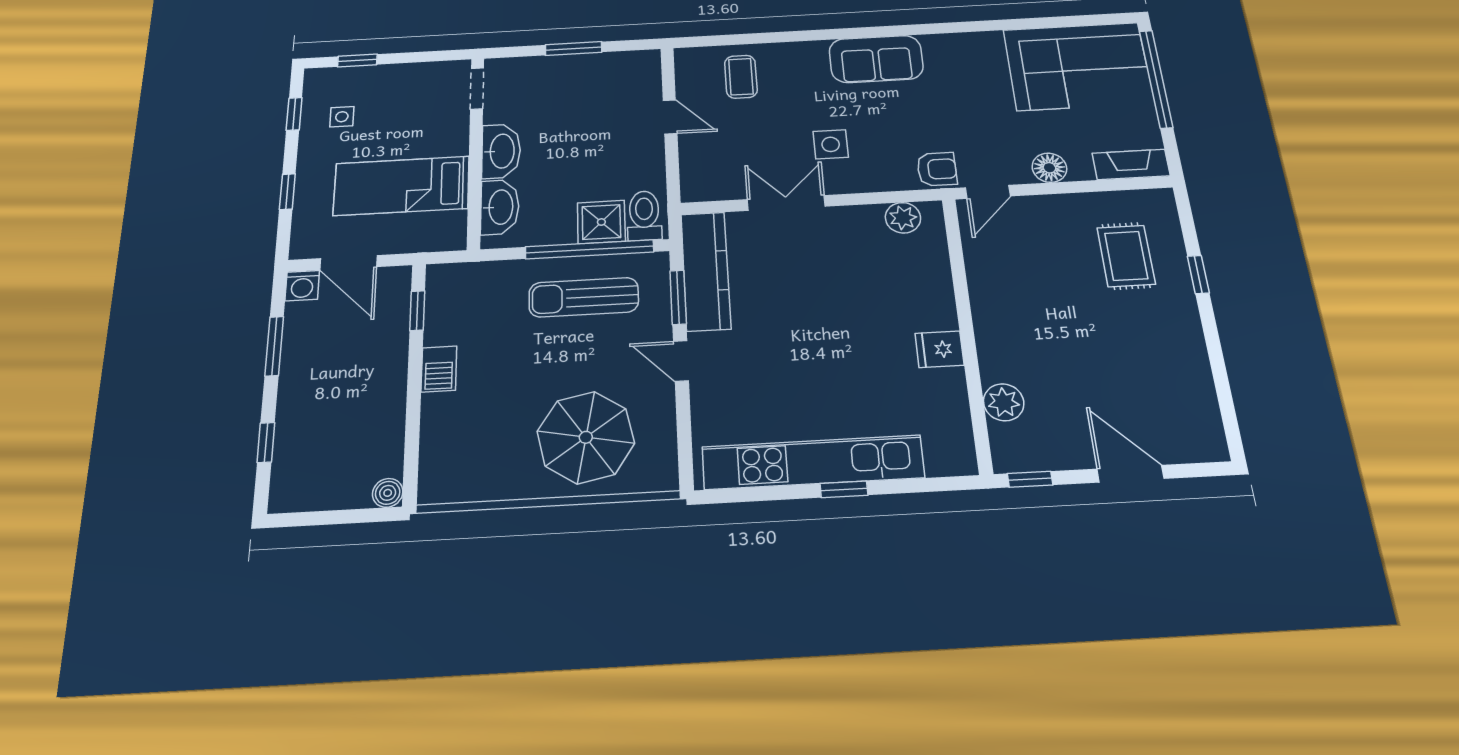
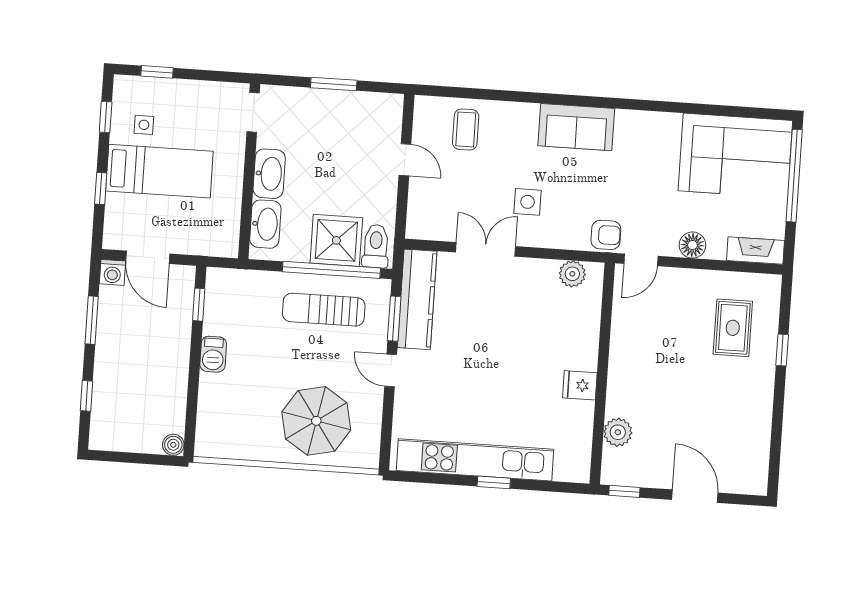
bed: (402, 186) -> (159, 171), moved, turned 180
shower: (601, 222) -> (336, 240), width x1.36, depth x1.36

